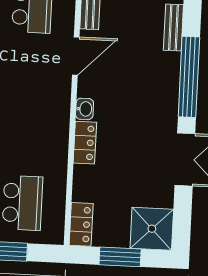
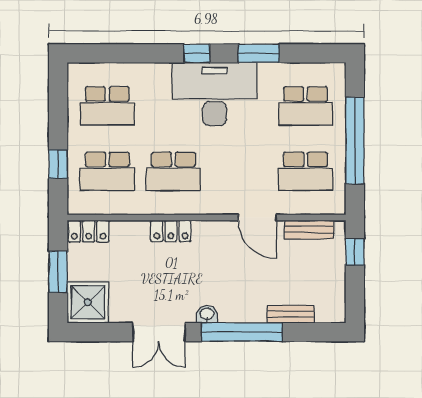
washbasin: (85, 109) -> (207, 314), moved, turned 180
school desk: (26, 137) -> (173, 171), added

